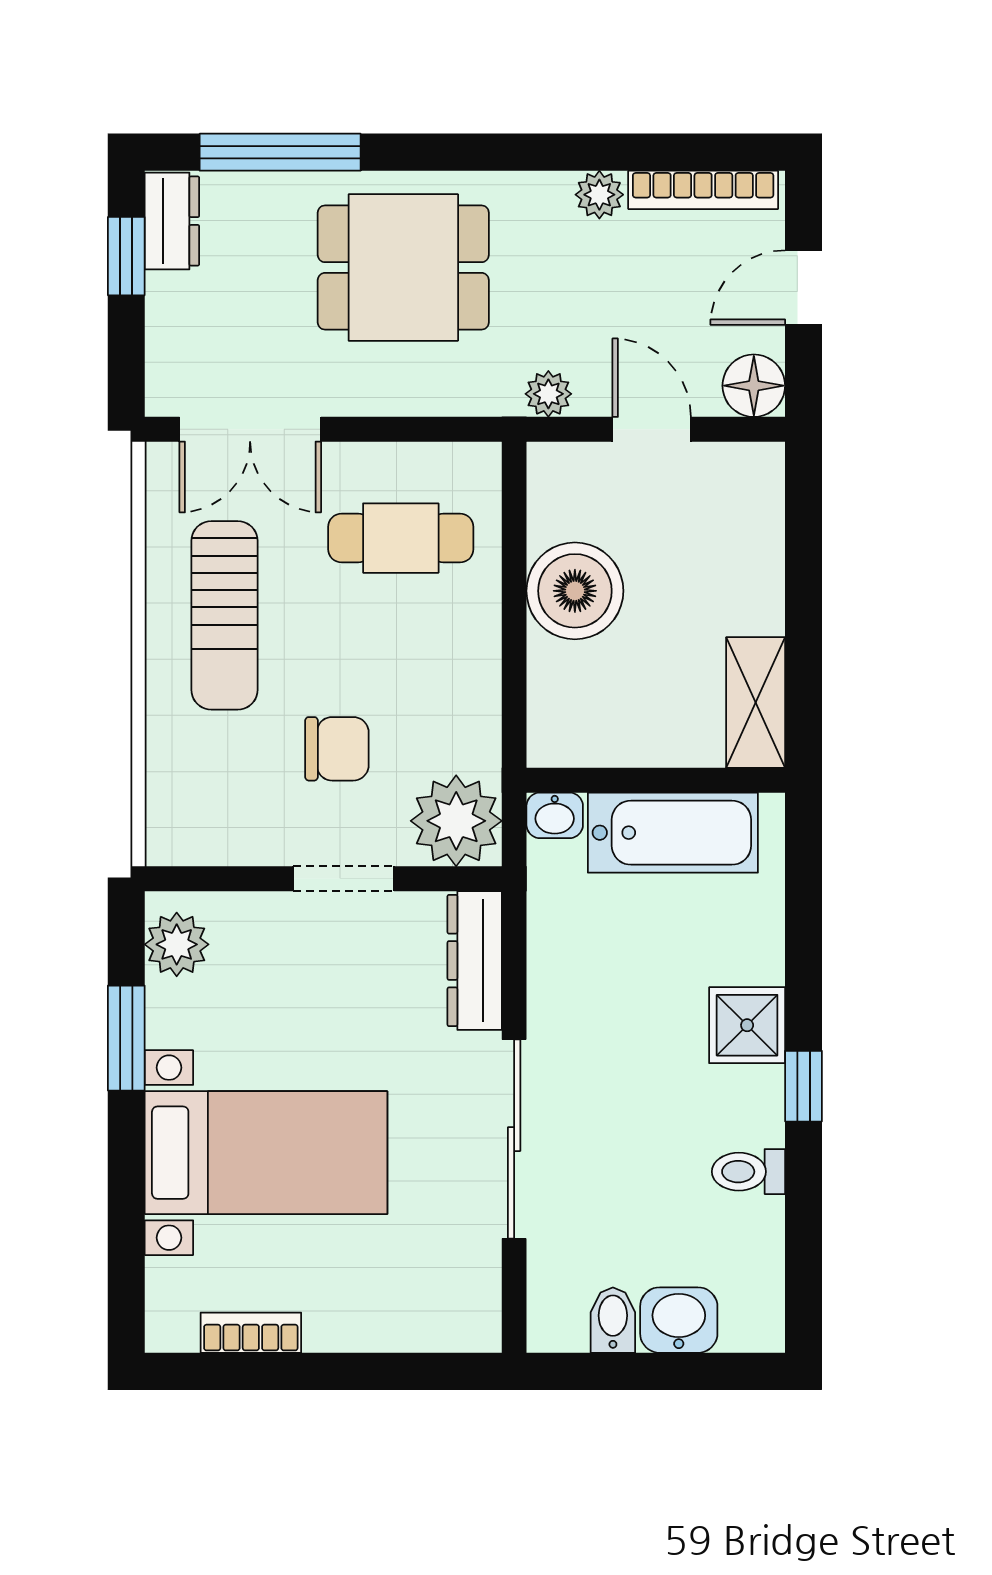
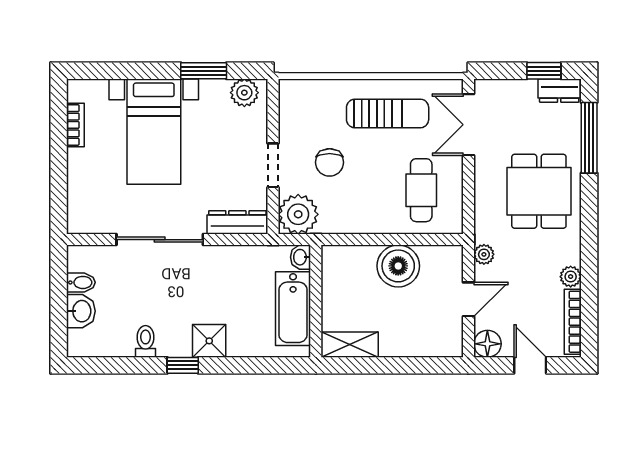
sun lounger: (224, 615) -> (388, 113), turned 180

